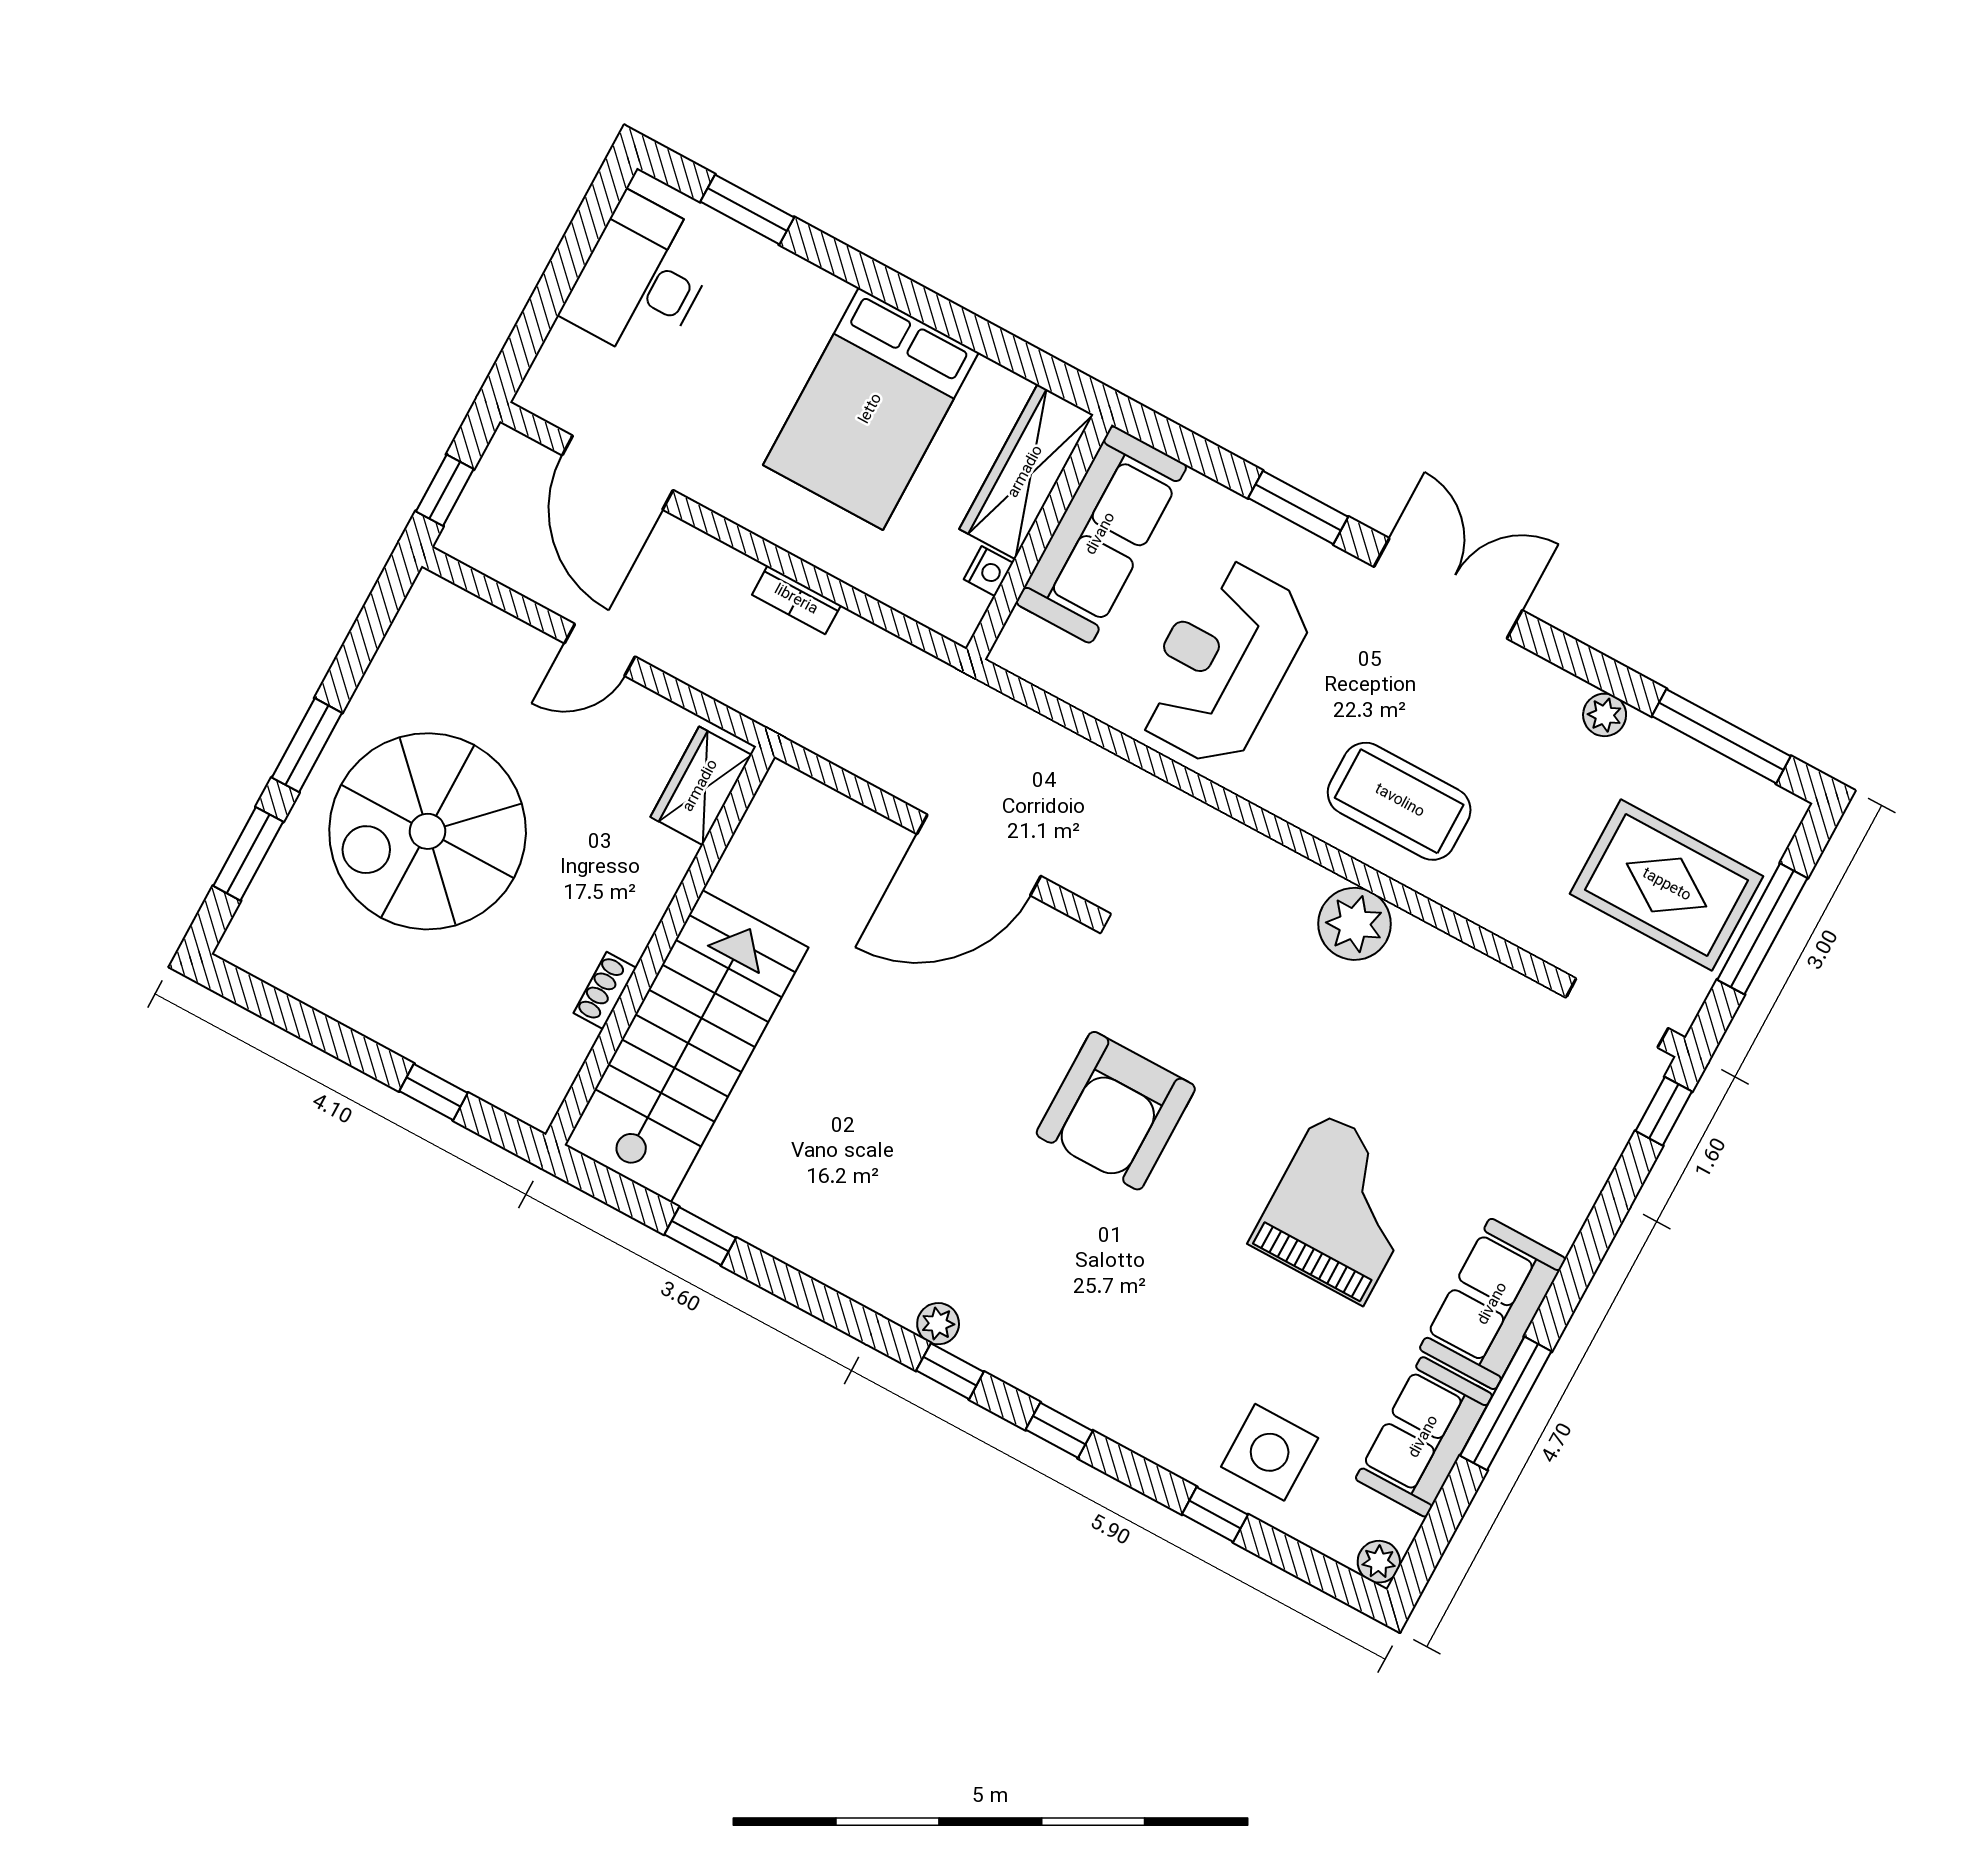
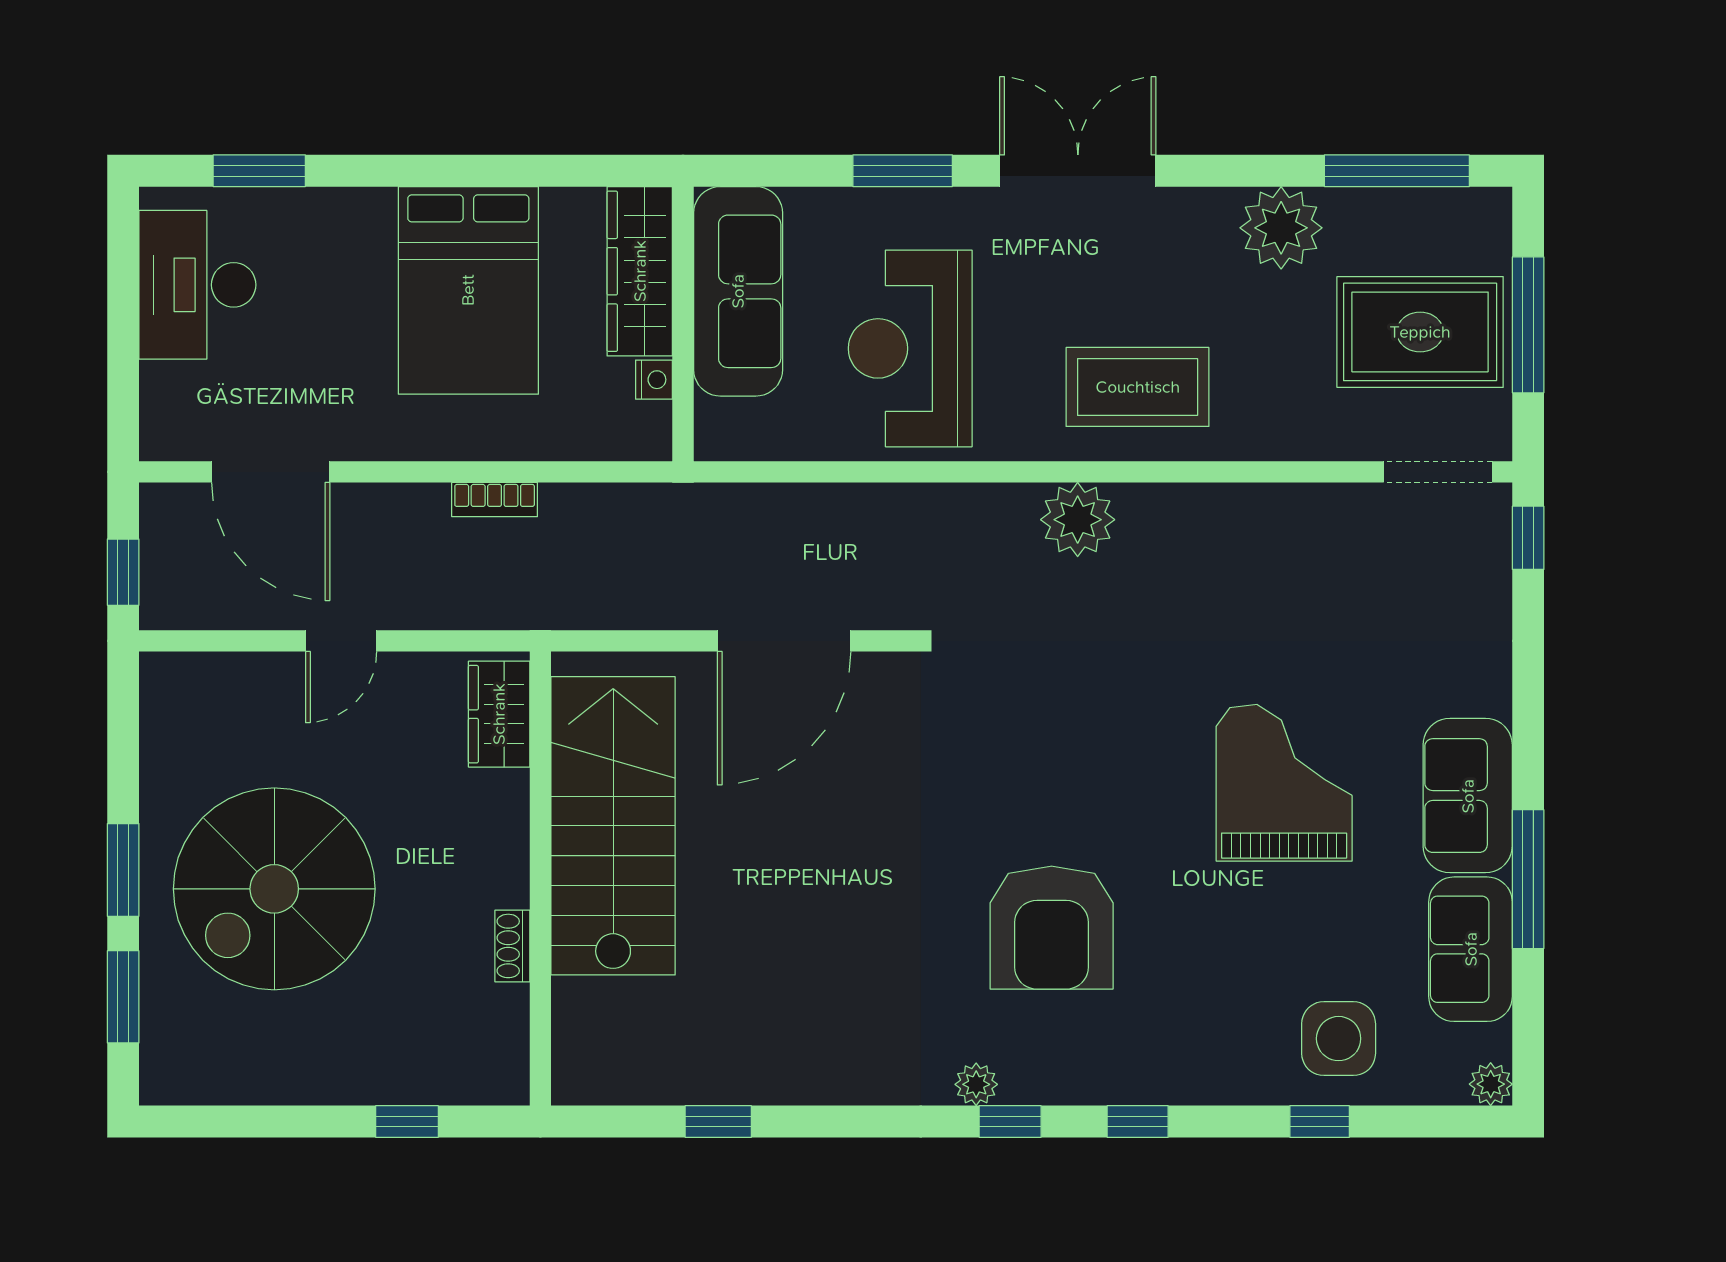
plant: (1605, 715) -> (1281, 228), width x1.87, depth x1.87
plant: (1355, 924) -> (1078, 520), moved
stairs: (686, 1046) -> (613, 826), moved
armchair: (1116, 1111) -> (1052, 928), moved

